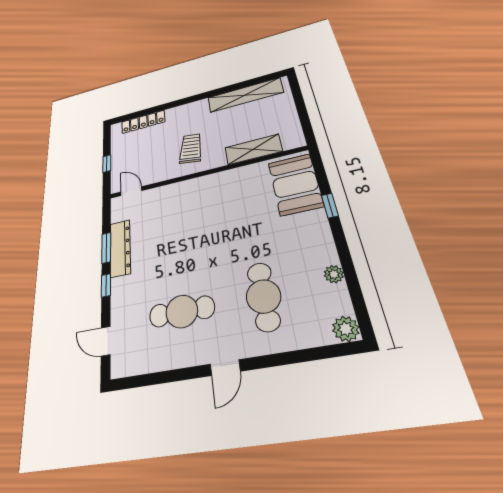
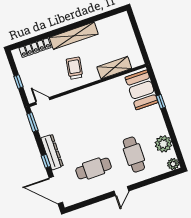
shelving: (245, 95) -> (74, 36), moved
window: (106, 248) -> (32, 122), moved
dresser: (120, 248) -> (52, 152), moved
plant: (334, 274) -> (163, 144), width x1.88, depth x1.88
door: (106, 341) -> (56, 190), width x1.88

